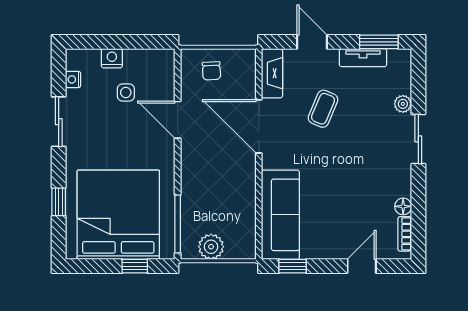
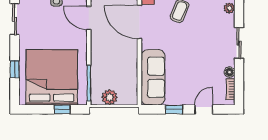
sliding door: (418, 139) -> (239, 43), moved
window: (293, 266) -> (174, 109), moved

